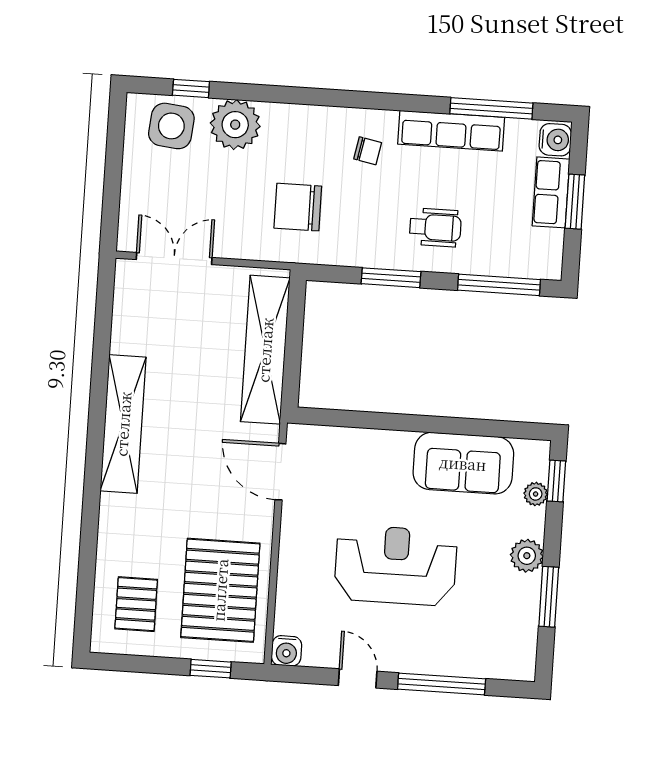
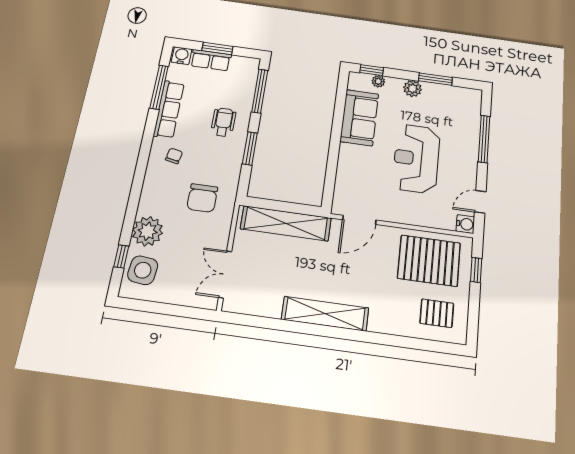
door: (358, 678) -> (480, 202), moved

